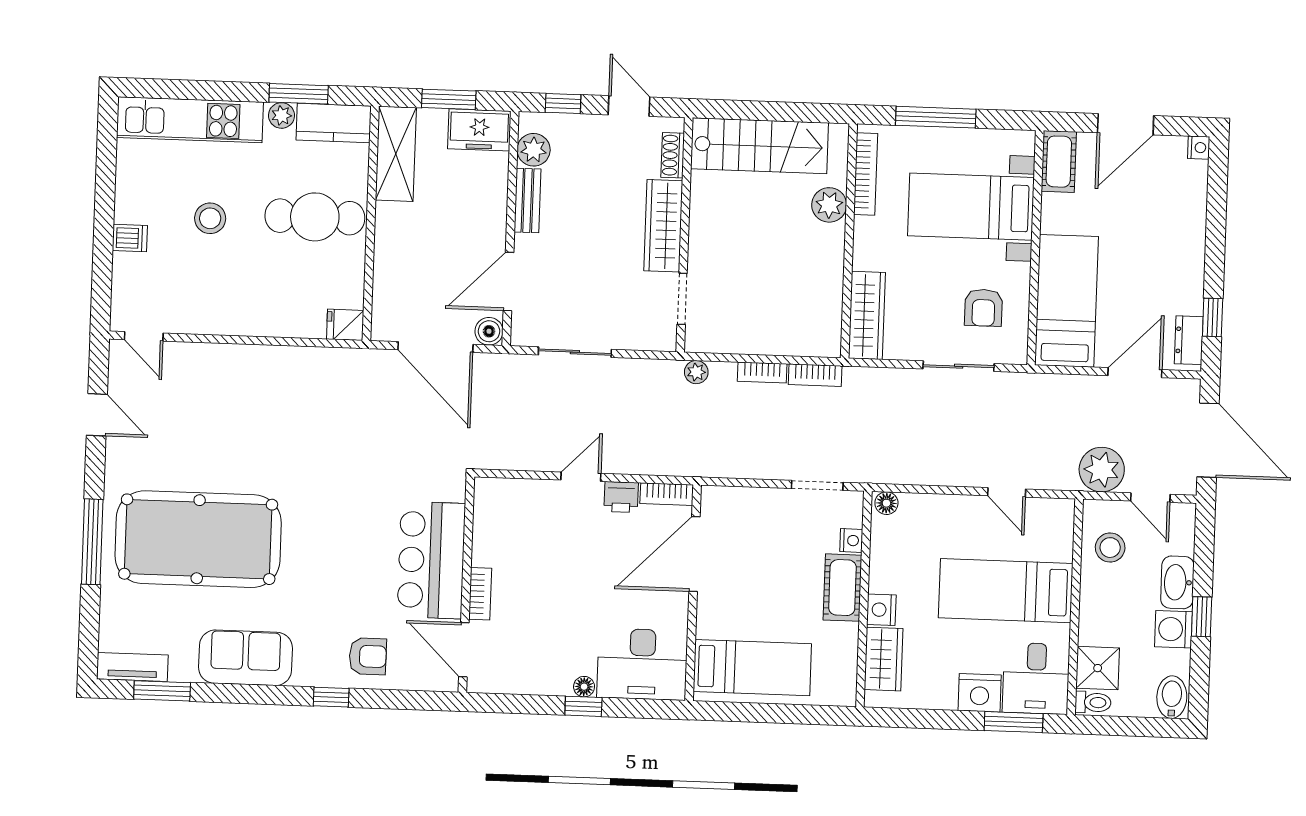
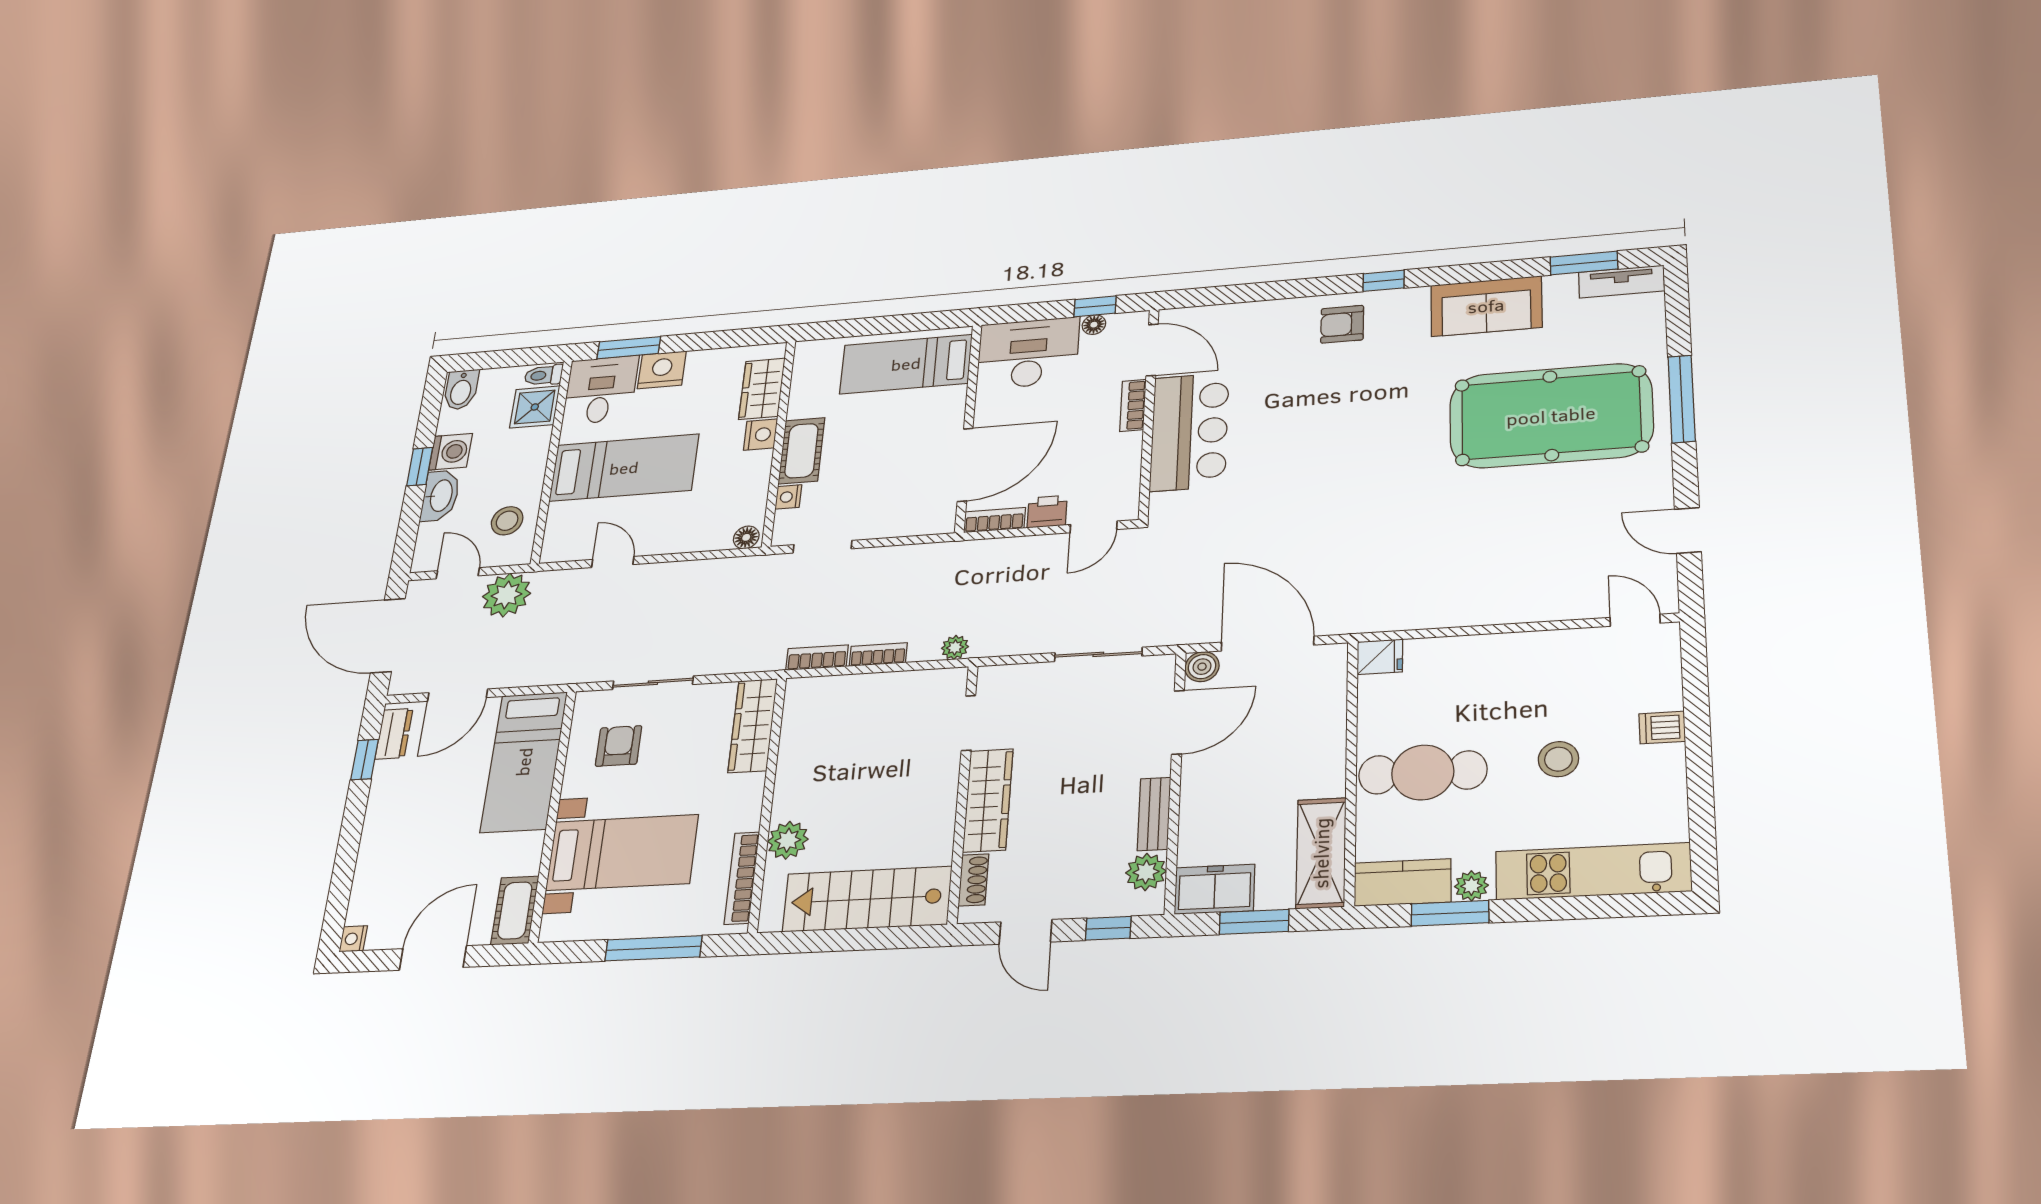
bar counter: (431, 560) -> (1189, 432), moved
wall: (466, 584) -> (1149, 413), moved
bookcase: (480, 594) -> (1133, 405), moved
door: (464, 650) -> (1152, 350), moved

